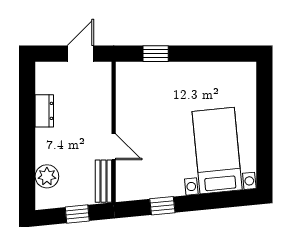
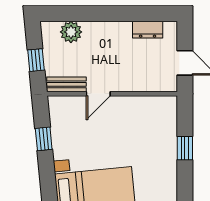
window: (156, 54) -> (185, 148), moved
dresser: (44, 111) -> (148, 30), moved

